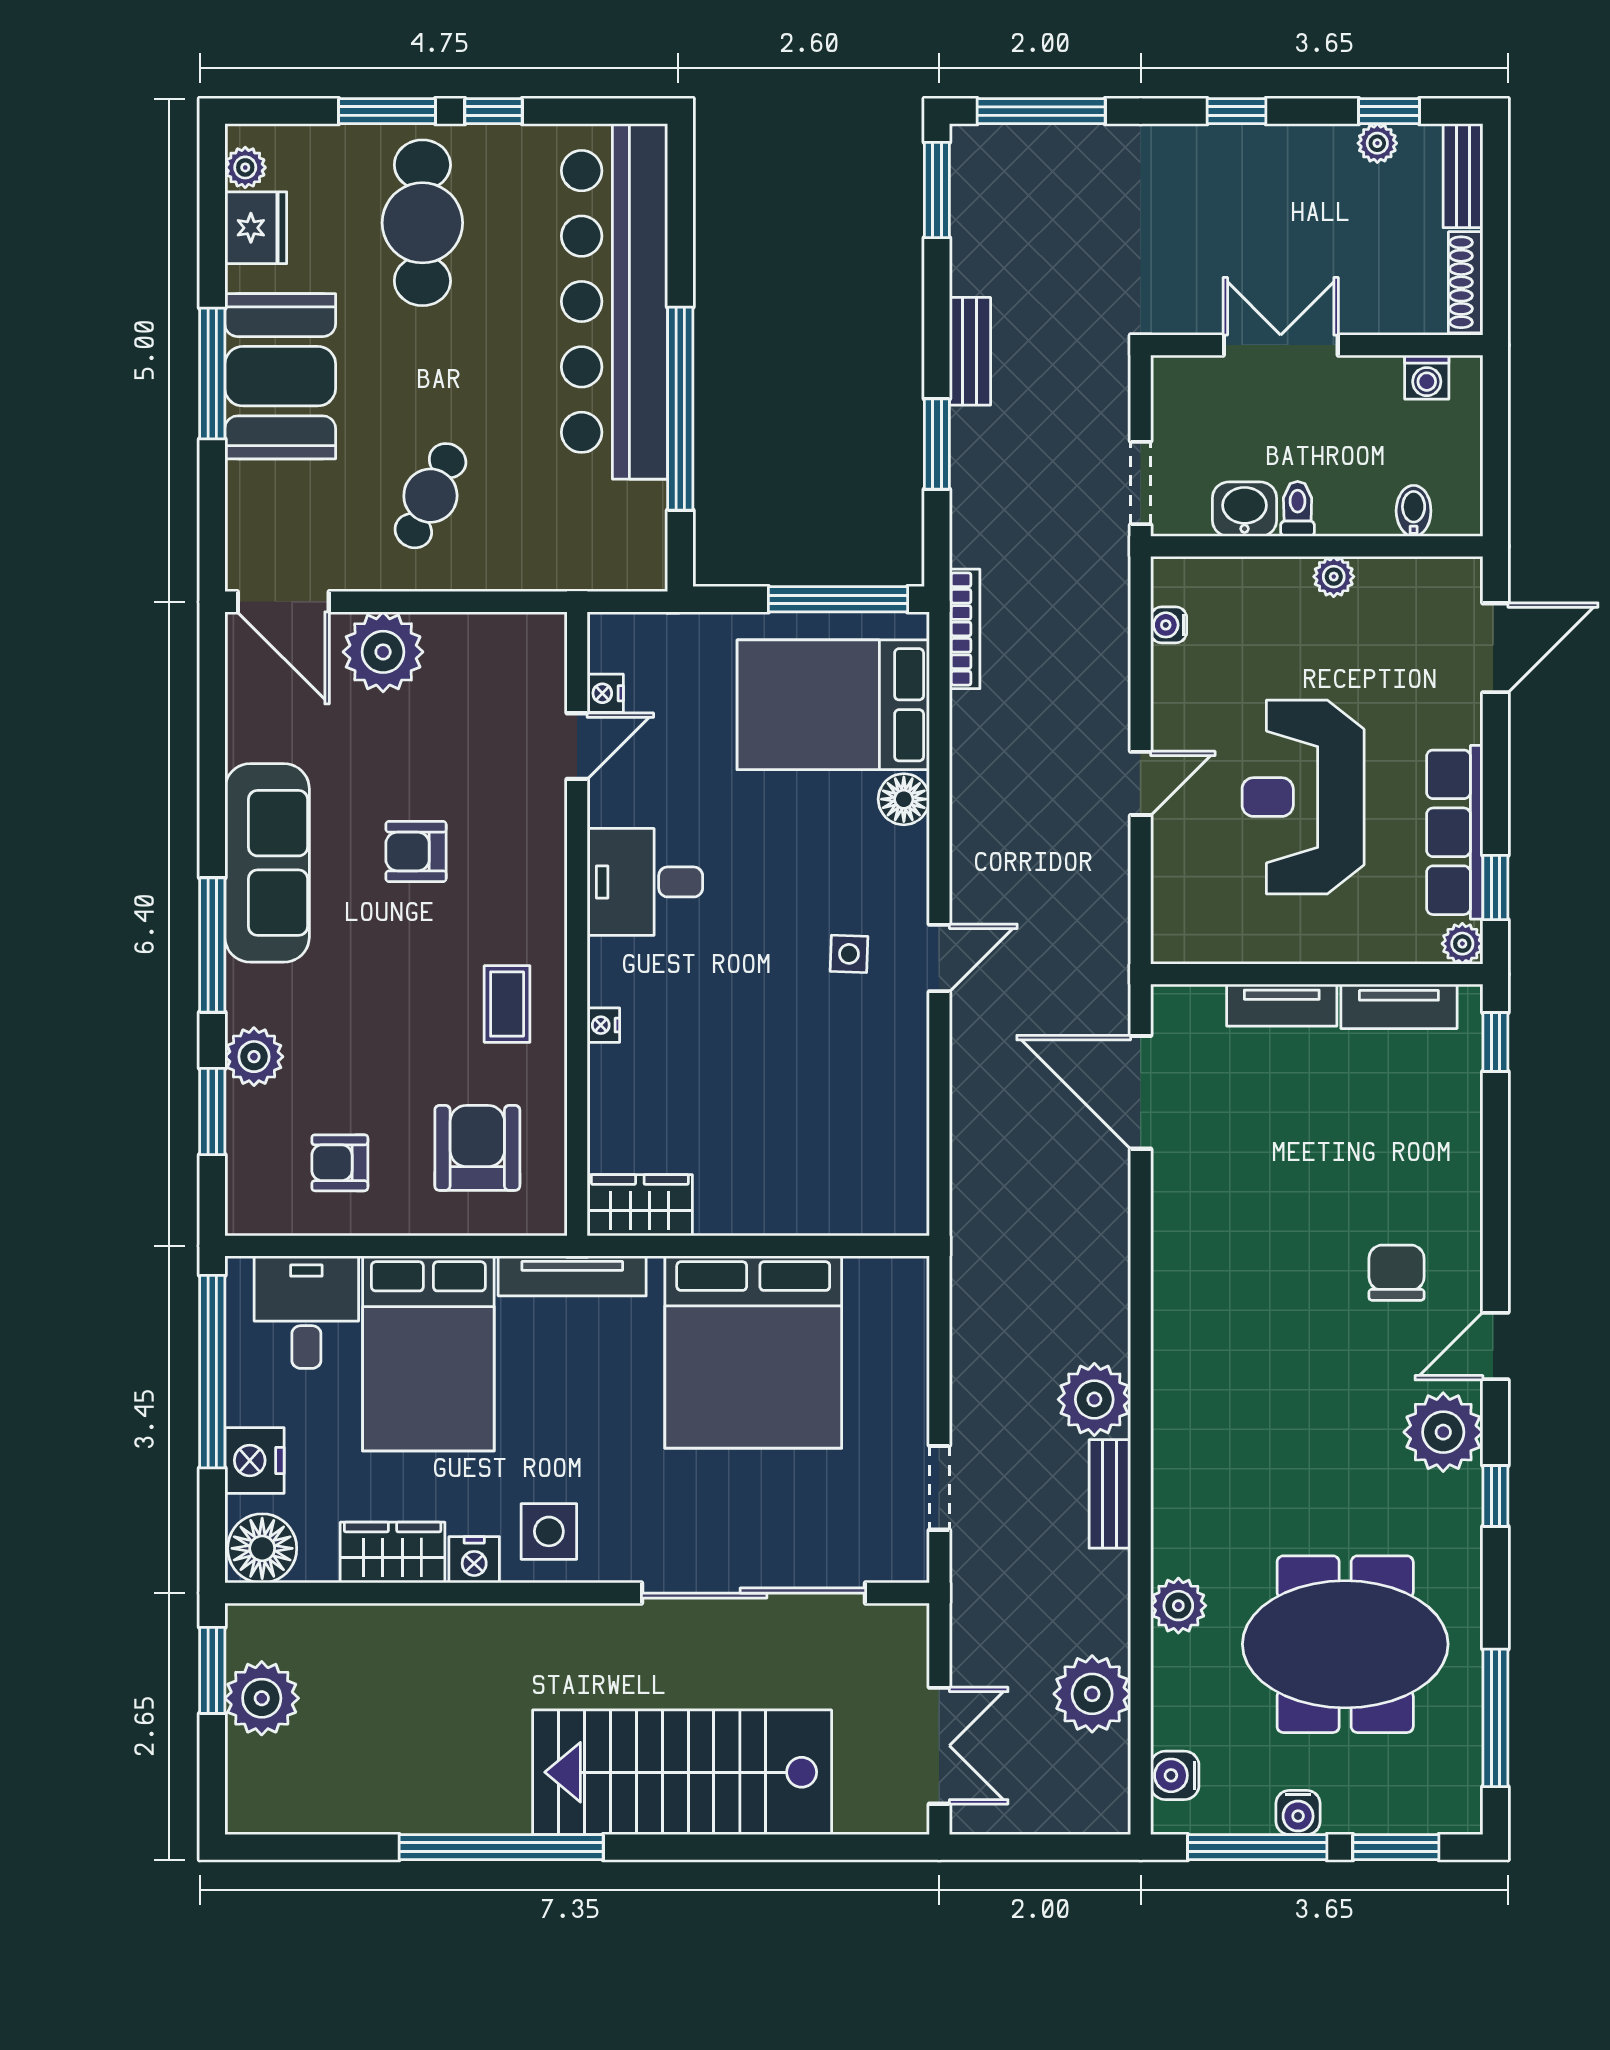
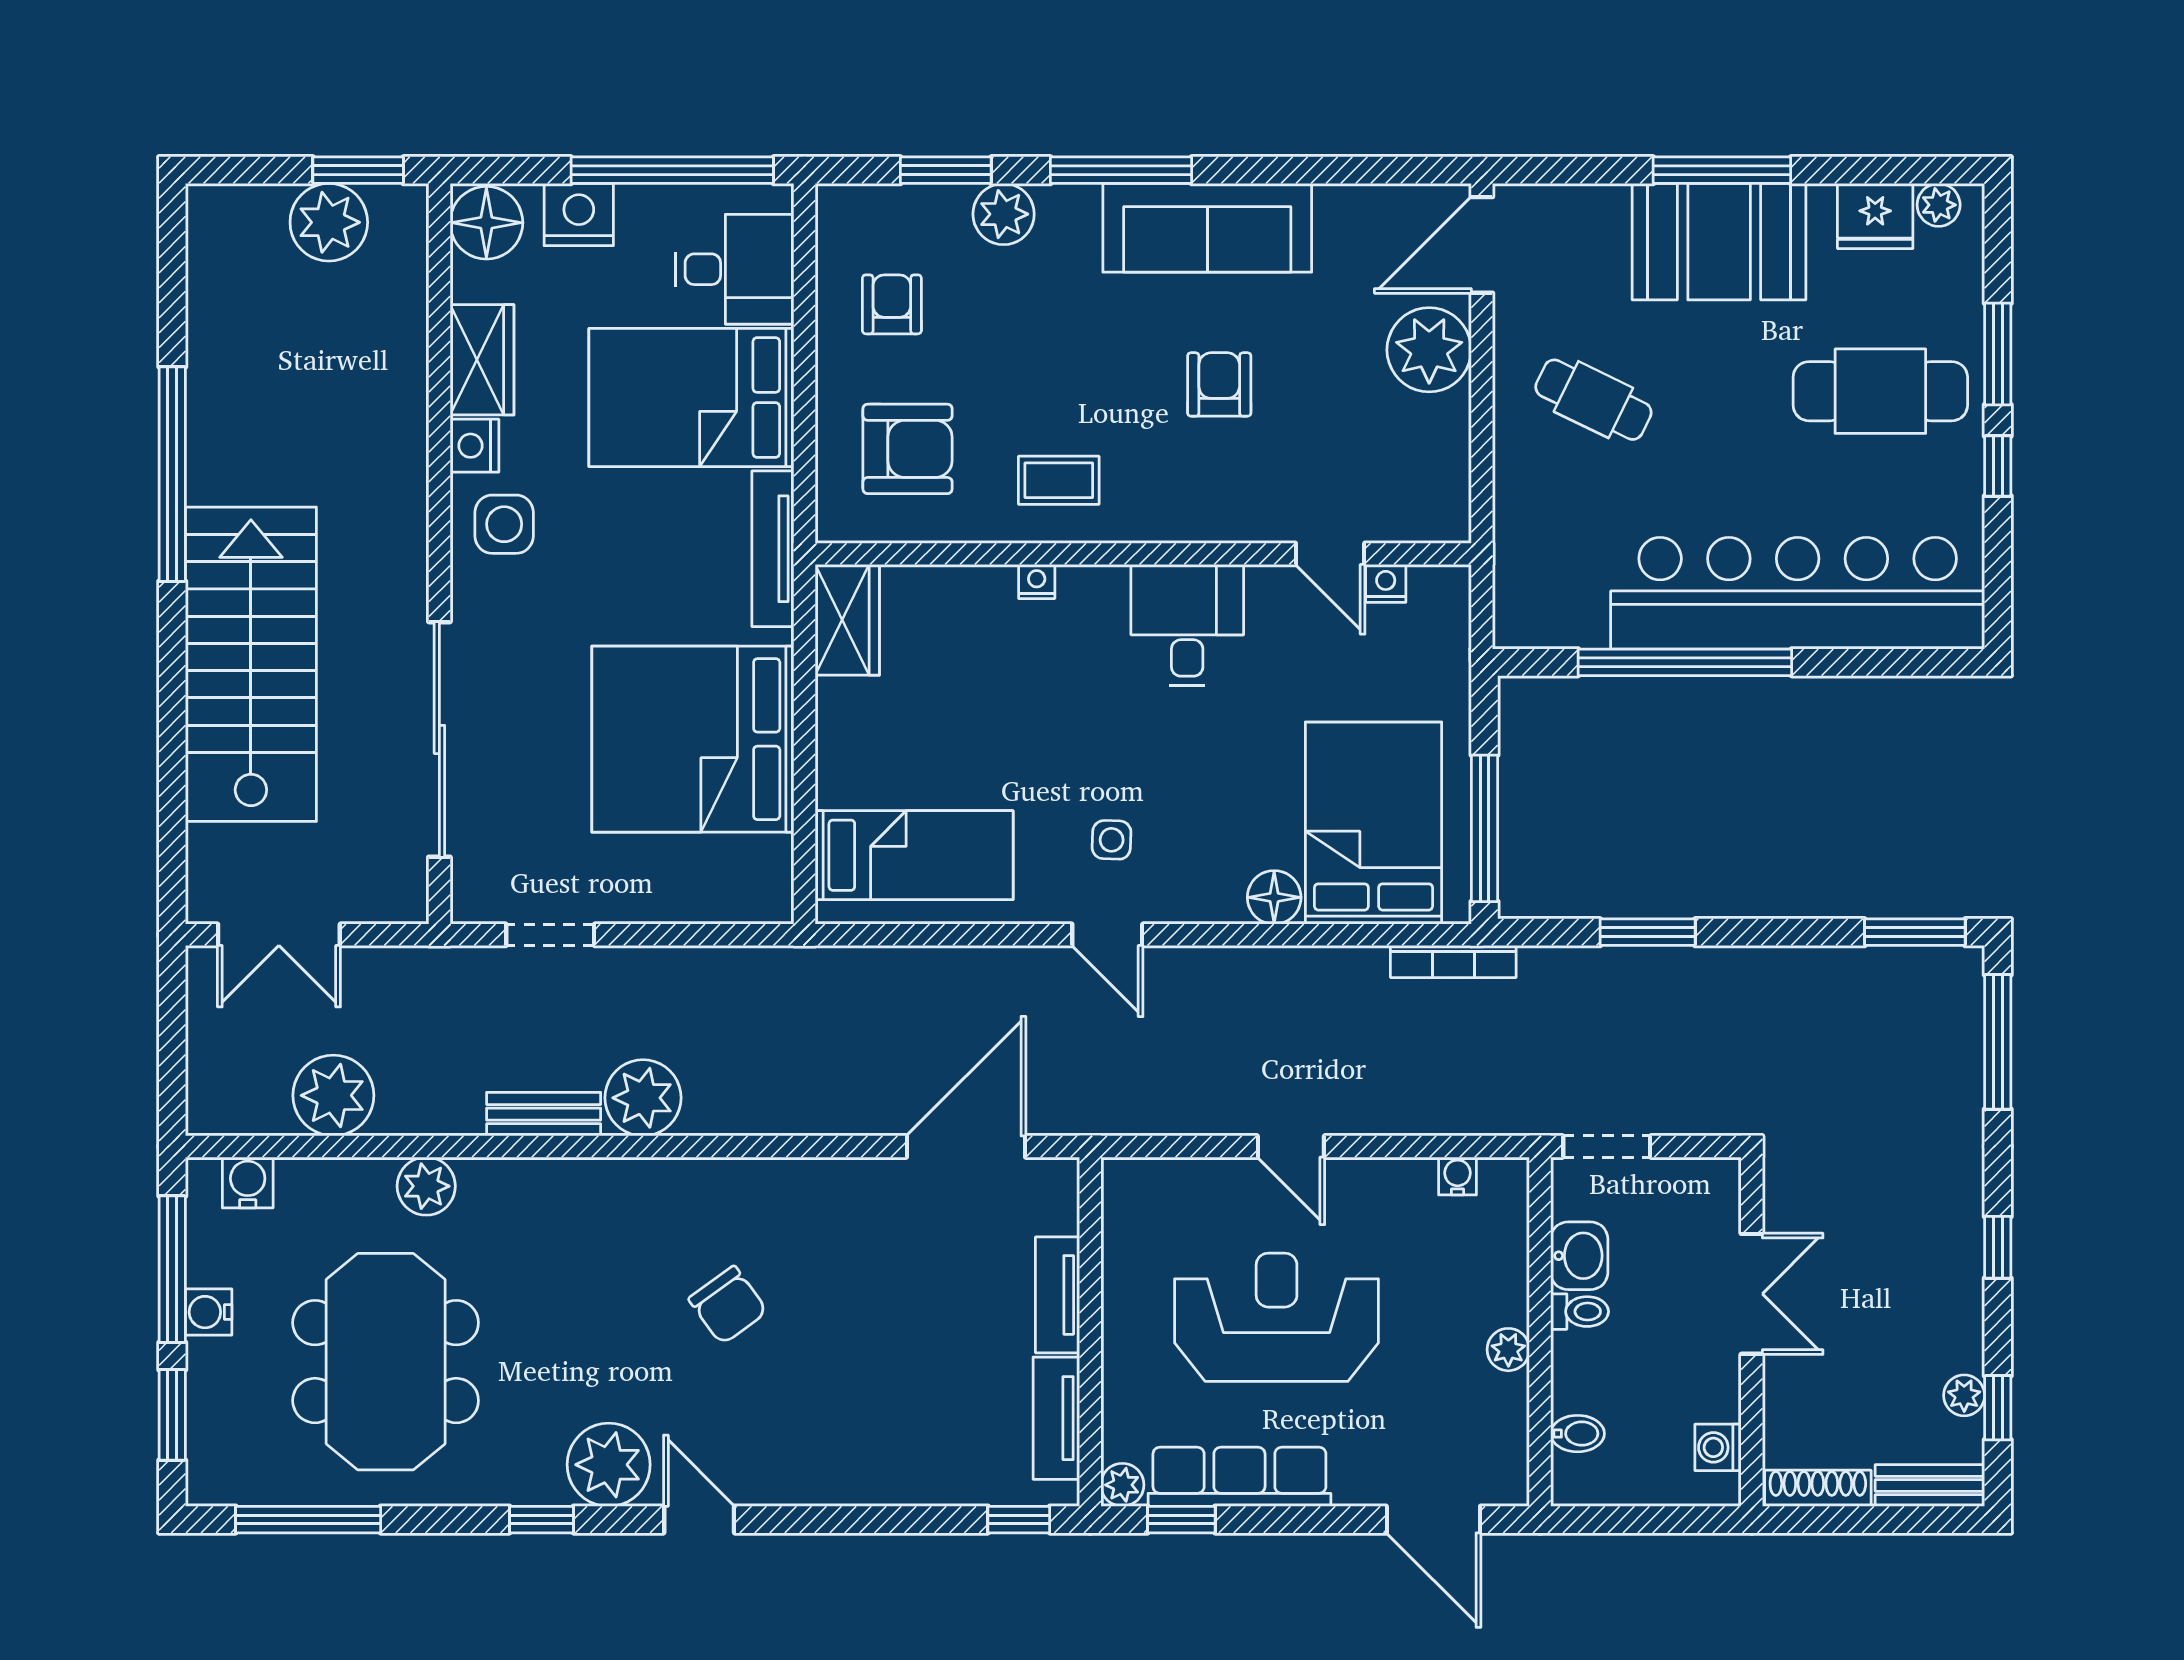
bench: (970, 351) -> (1745, 967), removed
bed: (864, 1142) -> (914, 855), added
chair: (1397, 1273) -> (728, 1305), moved, turned 54

